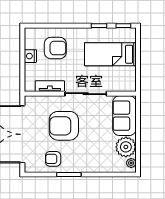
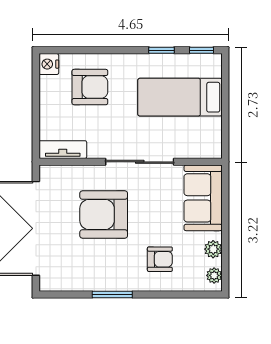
nightstand: (30, 56) -> (49, 64), moved
tv unit: (50, 86) -> (63, 150), moved
plant: (126, 147) -> (213, 249), width x0.53, depth x0.53
armchair: (53, 159) -> (160, 259), moved, turned 180

